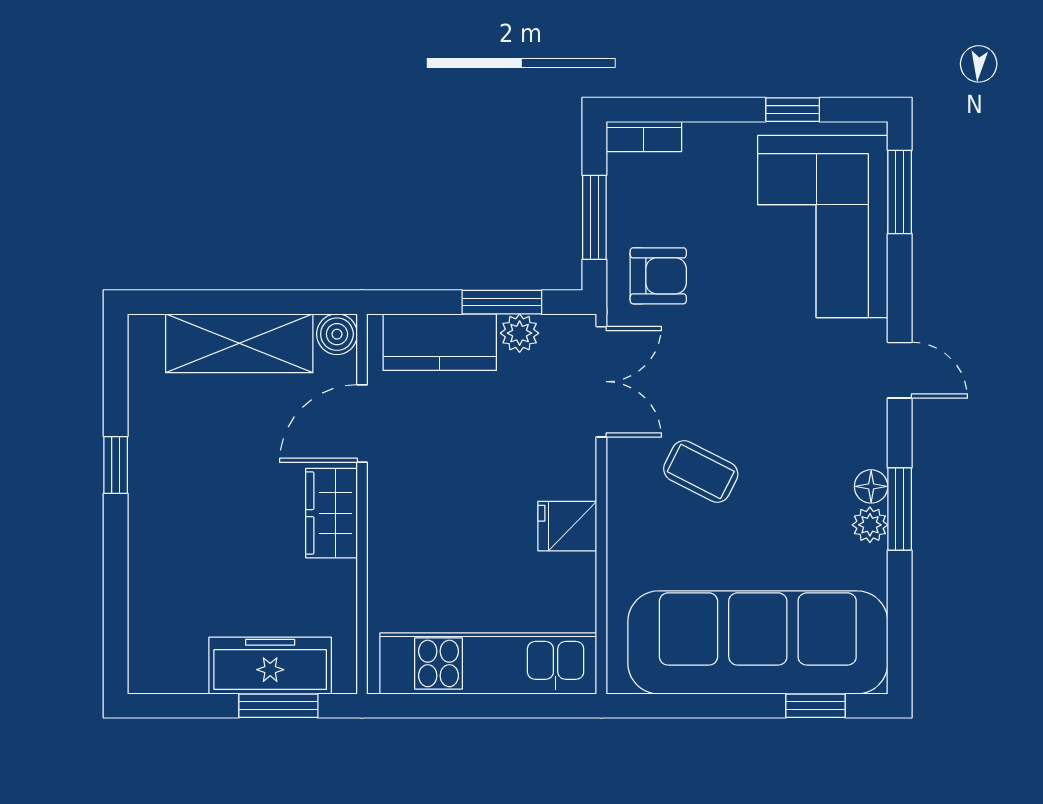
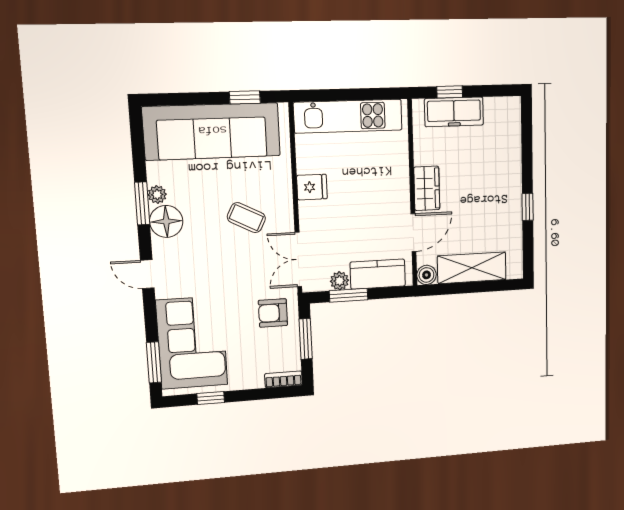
floor lamp: (871, 486) -> (166, 221), width x1.89, depth x1.89
window: (278, 706) -> (450, 92), width x0.67
window: (816, 706) -> (245, 97), moved

